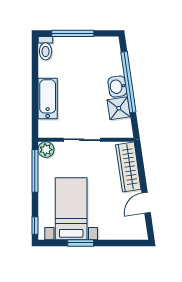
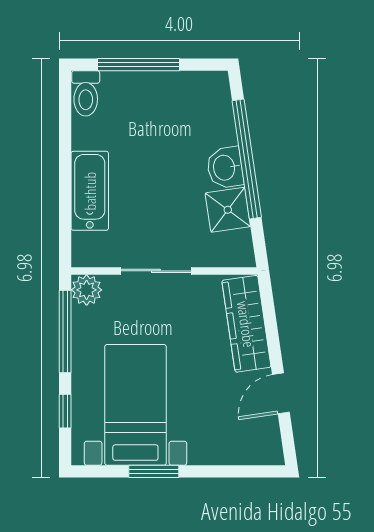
window: (35, 226) -> (65, 411), moved

